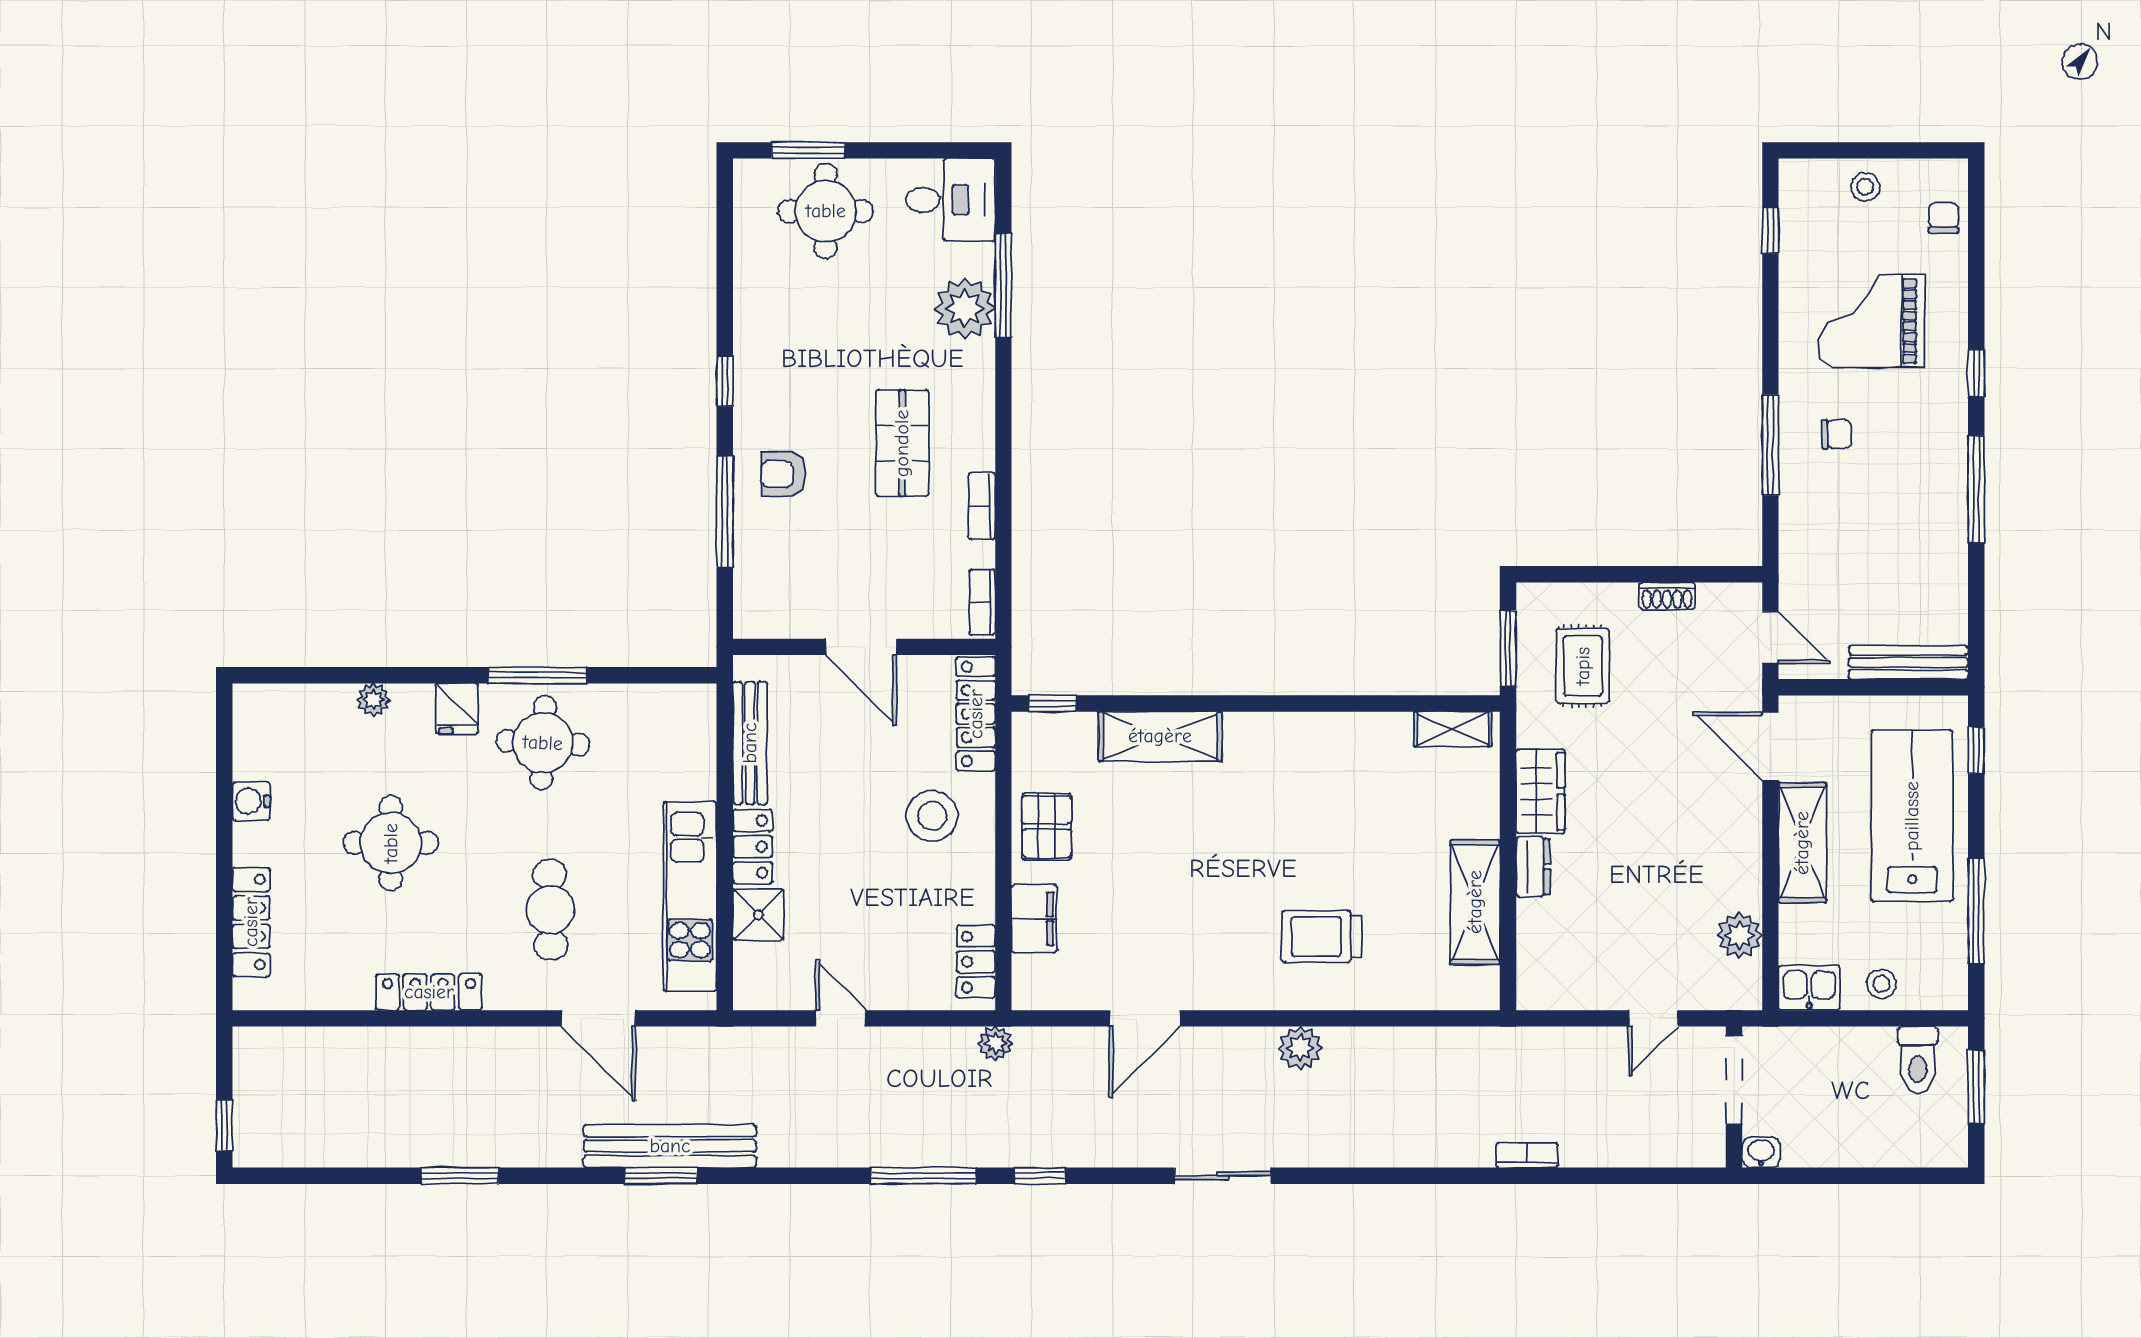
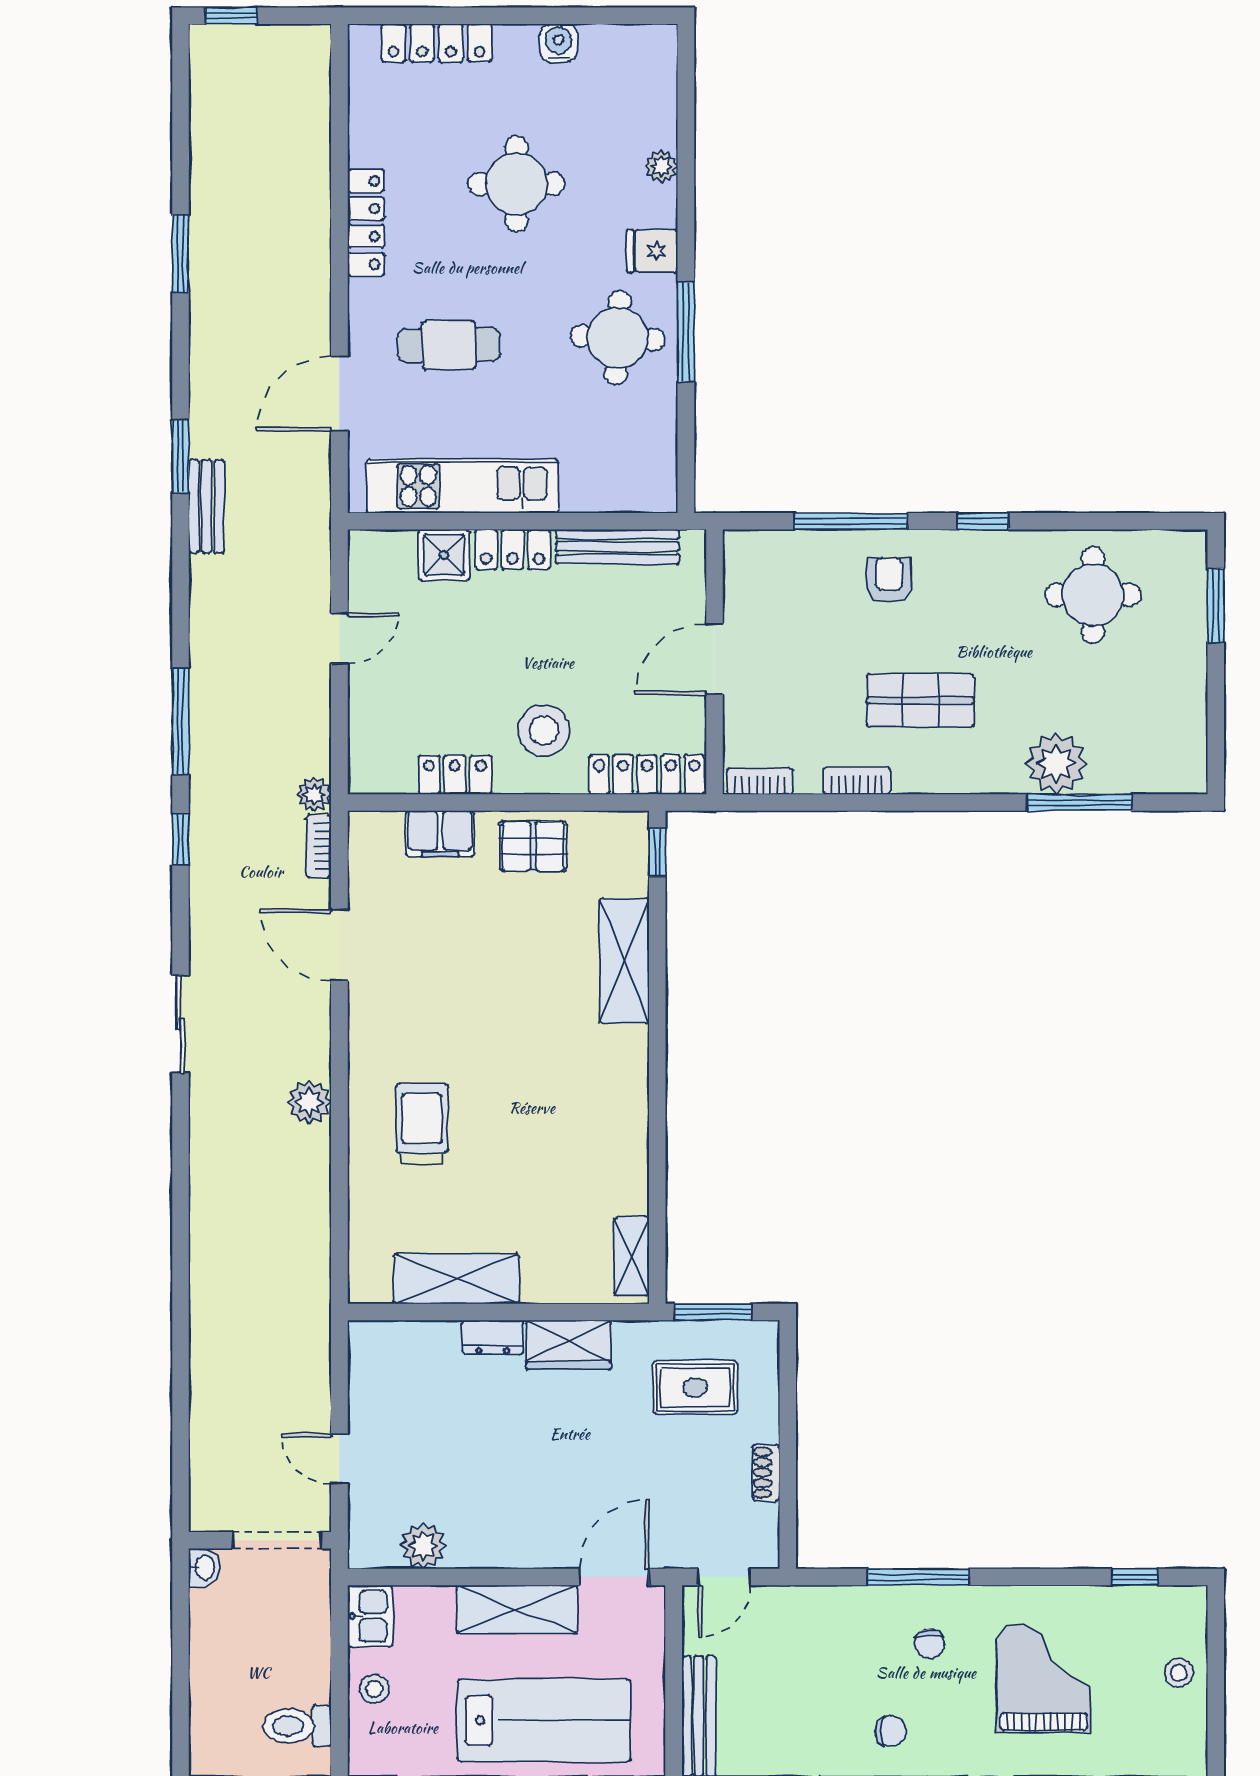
desk: (951, 200) -> (1166, 749), removed
round table: (826, 211) -> (1093, 595), moved
chair: (1943, 218) -> (891, 1731), moved
locker: (976, 962) -> (455, 775), moved
bench: (670, 1146) -> (206, 506), width x0.54, depth x0.82
bookcase: (1527, 1155) -> (319, 846), moved, turned 180

